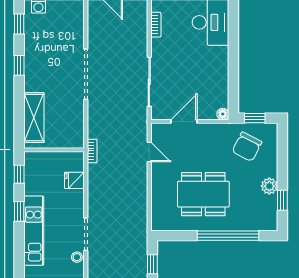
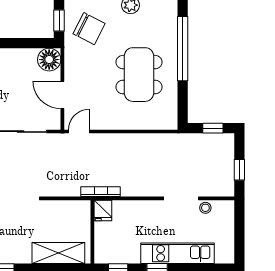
floor lamp: (223, 114) -> (49, 60), width x1.89, depth x1.89
bookcase: (92, 151) -> (101, 192), width x1.56
door: (149, 152) -> (79, 132), moved
fridge: (74, 180) -> (103, 210), moved

